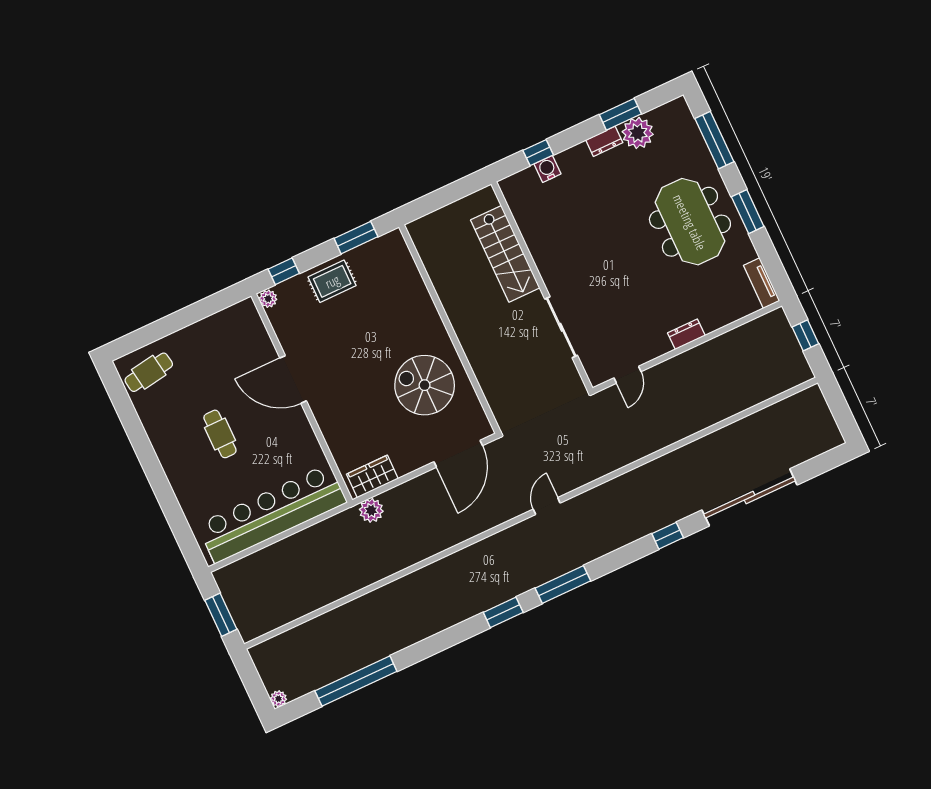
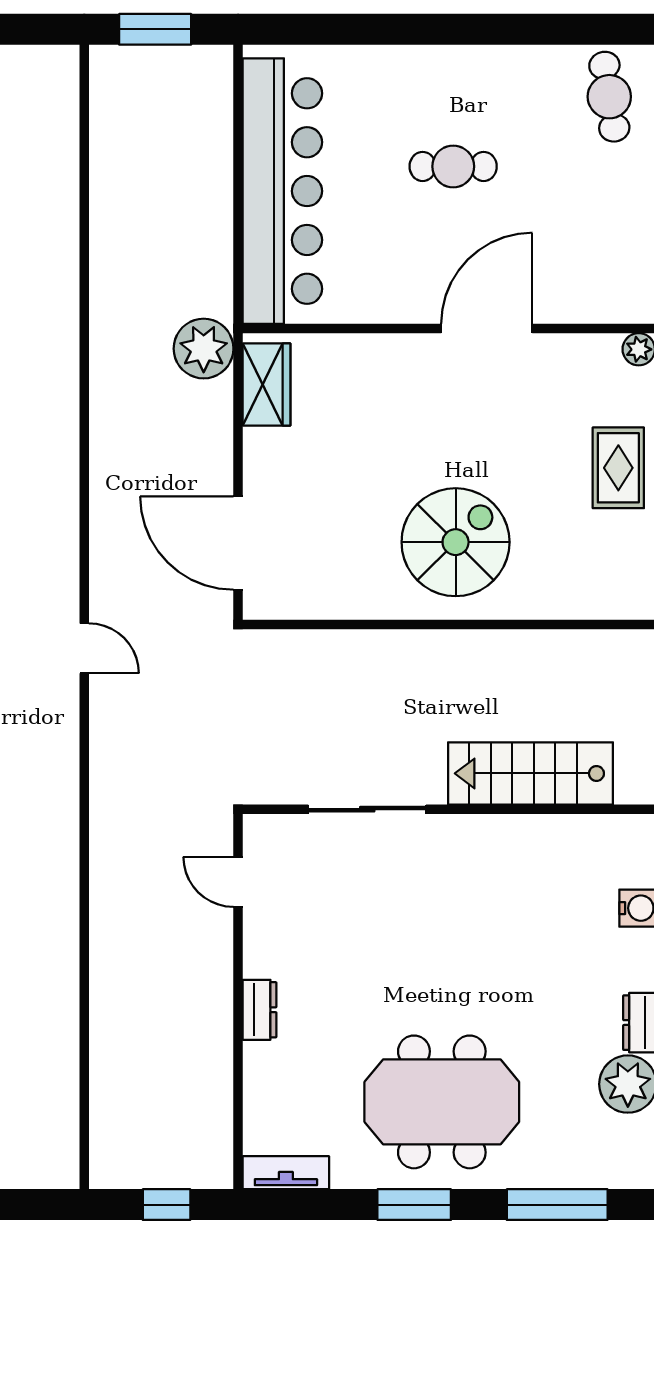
spiral stairs: (425, 385) -> (456, 542), moved
plant: (371, 510) -> (204, 349), width x1.36, depth x1.36

